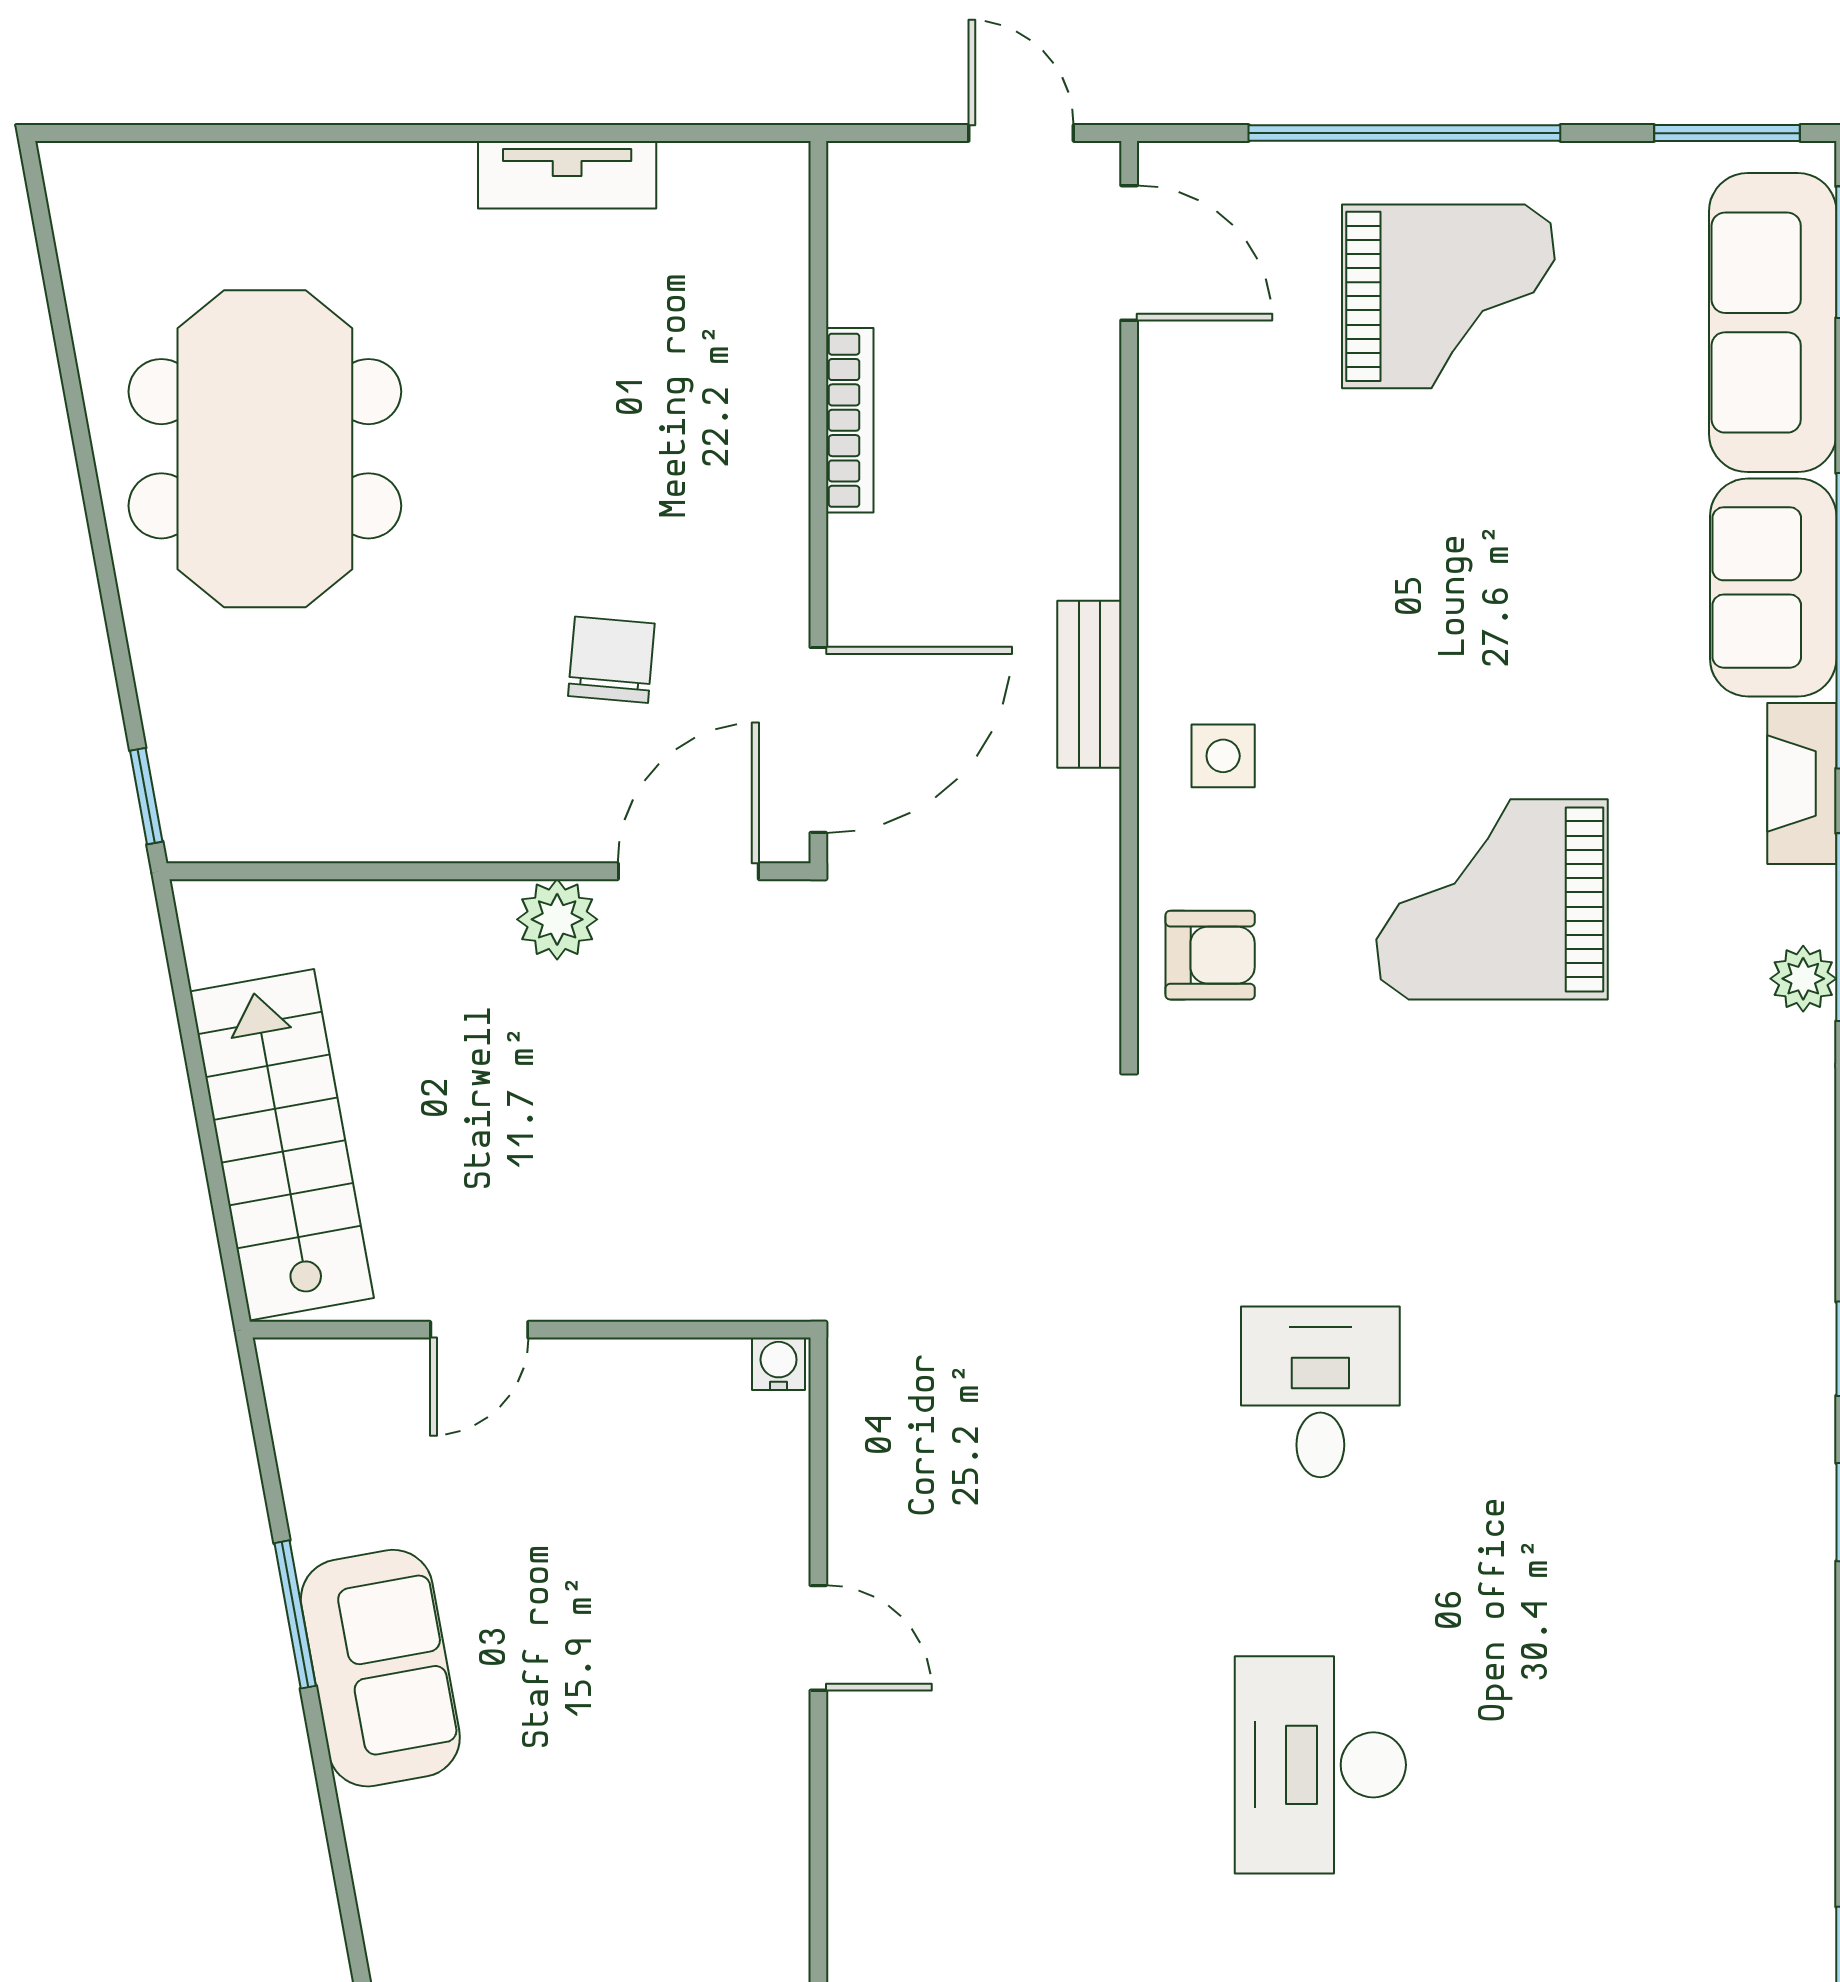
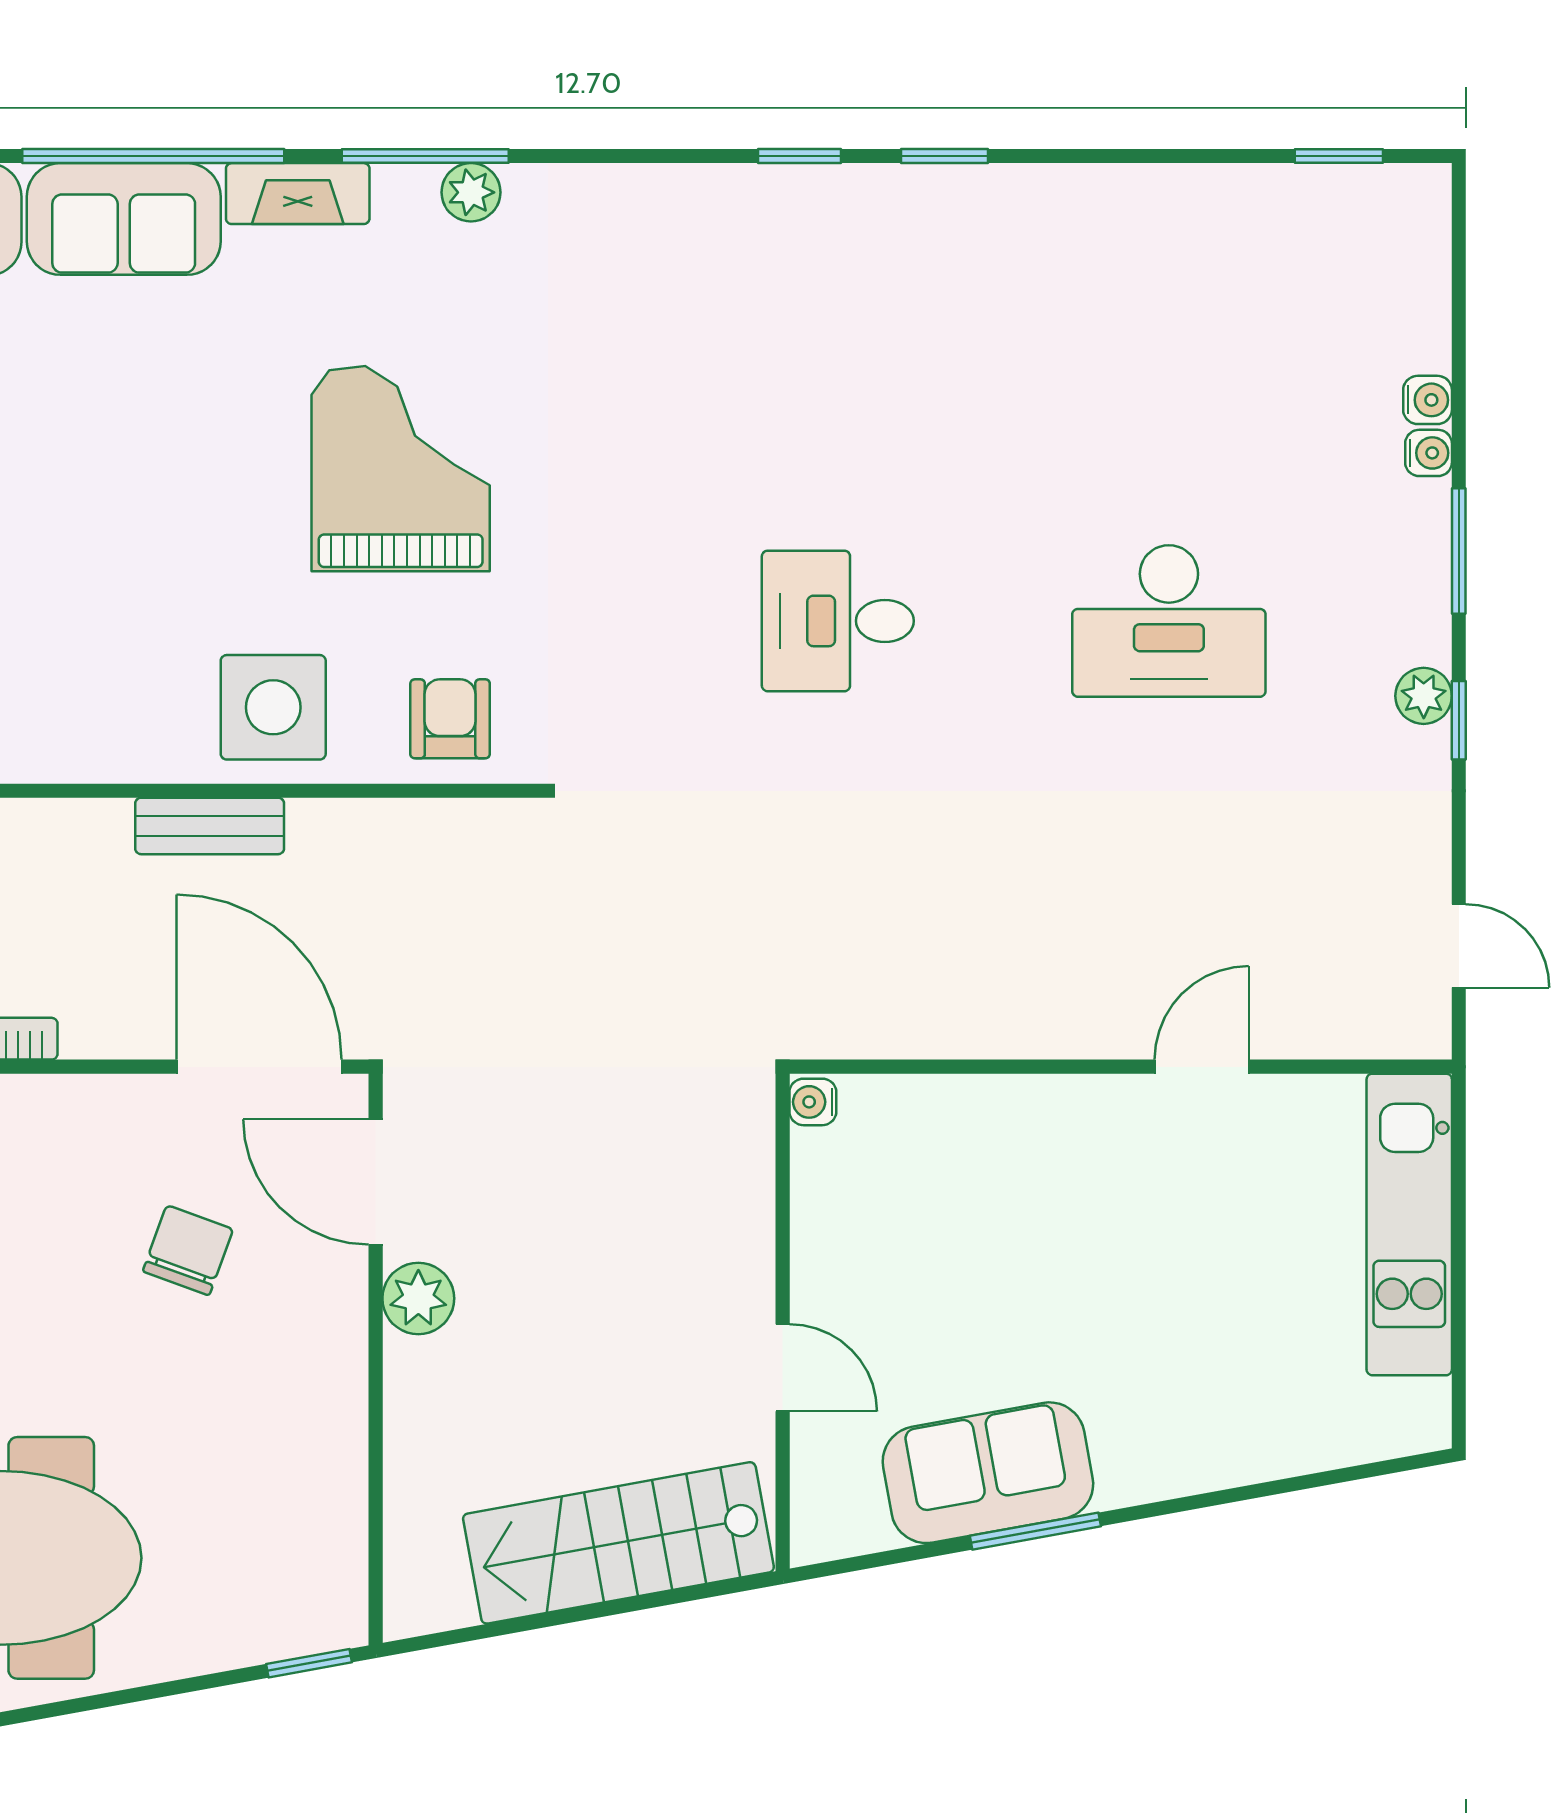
chair: (611, 660) -> (188, 1250), turned 105
side table: (1223, 756) -> (273, 707), width x1.87, depth x1.87
grand piano: (1492, 899) -> (401, 469), turned 180
door: (818, 1638) -> (1202, 1067), moved
sofa: (380, 1668) -> (988, 1473), moved

